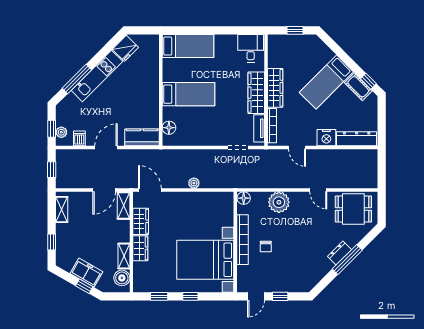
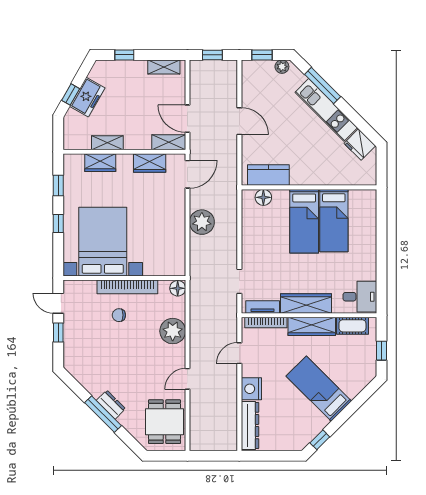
bed: (188, 46) -> (334, 221), moved
cot: (358, 87) -> (352, 326), moved, turned 45
plant: (61, 132) -> (282, 67), moved
kitchen counter: (142, 137) -> (268, 175), moved, turned -90
dishwasher: (79, 138) -> (250, 89), removed
plant: (194, 183) -> (202, 222), width x1.88, depth x1.88
wardrobe: (140, 248) -> (100, 163), moved
boiler: (122, 278) -> (81, 140), removed

